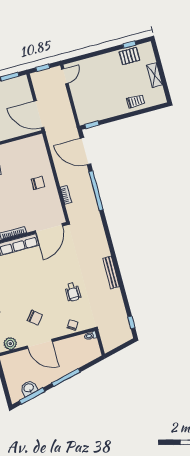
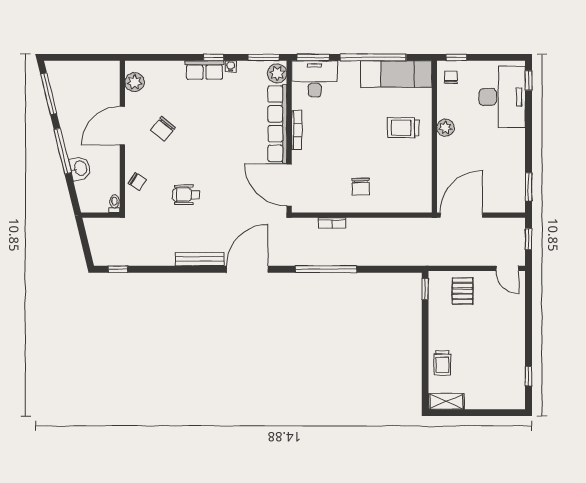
pallet: (129, 56) -> (463, 291), moved
shelving: (155, 75) -> (446, 401), moved
door: (85, 151) -> (247, 269), moved
washbasin: (29, 388) -> (80, 168), moved

